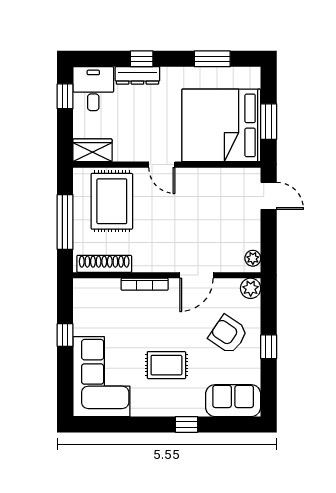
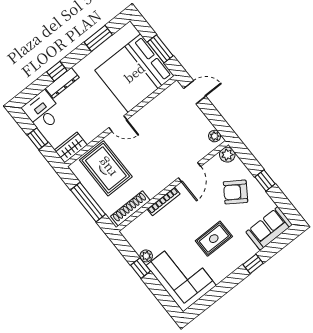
window: (65, 96) -> (38, 139), moved
plant: (81, 327) -> (146, 256), added

